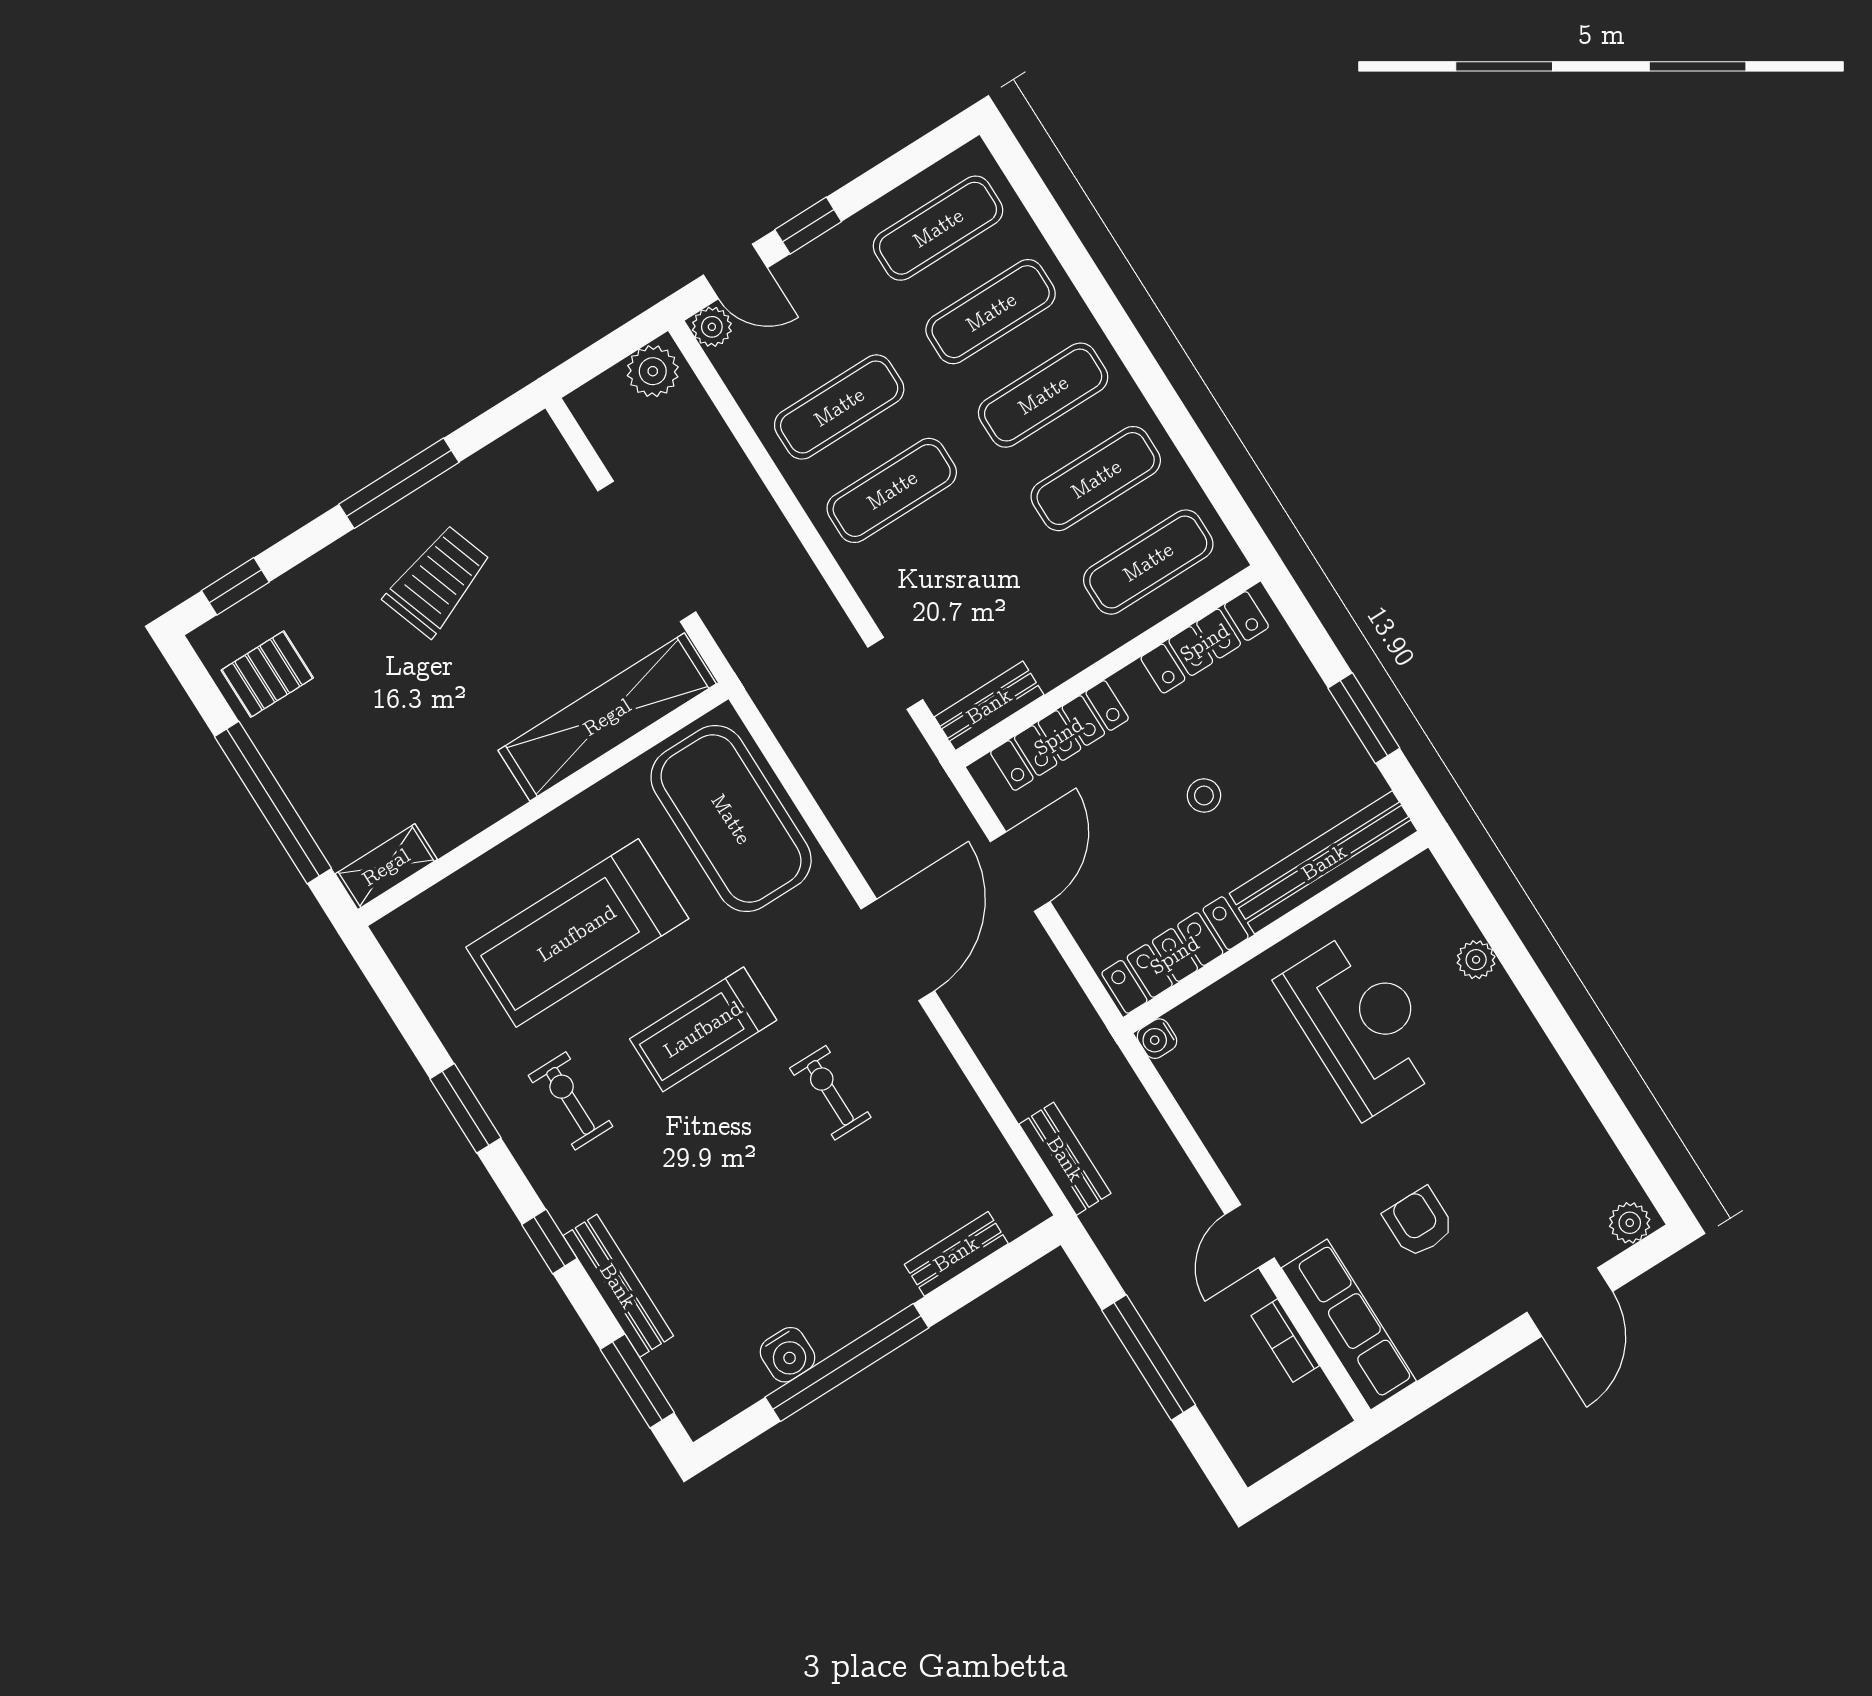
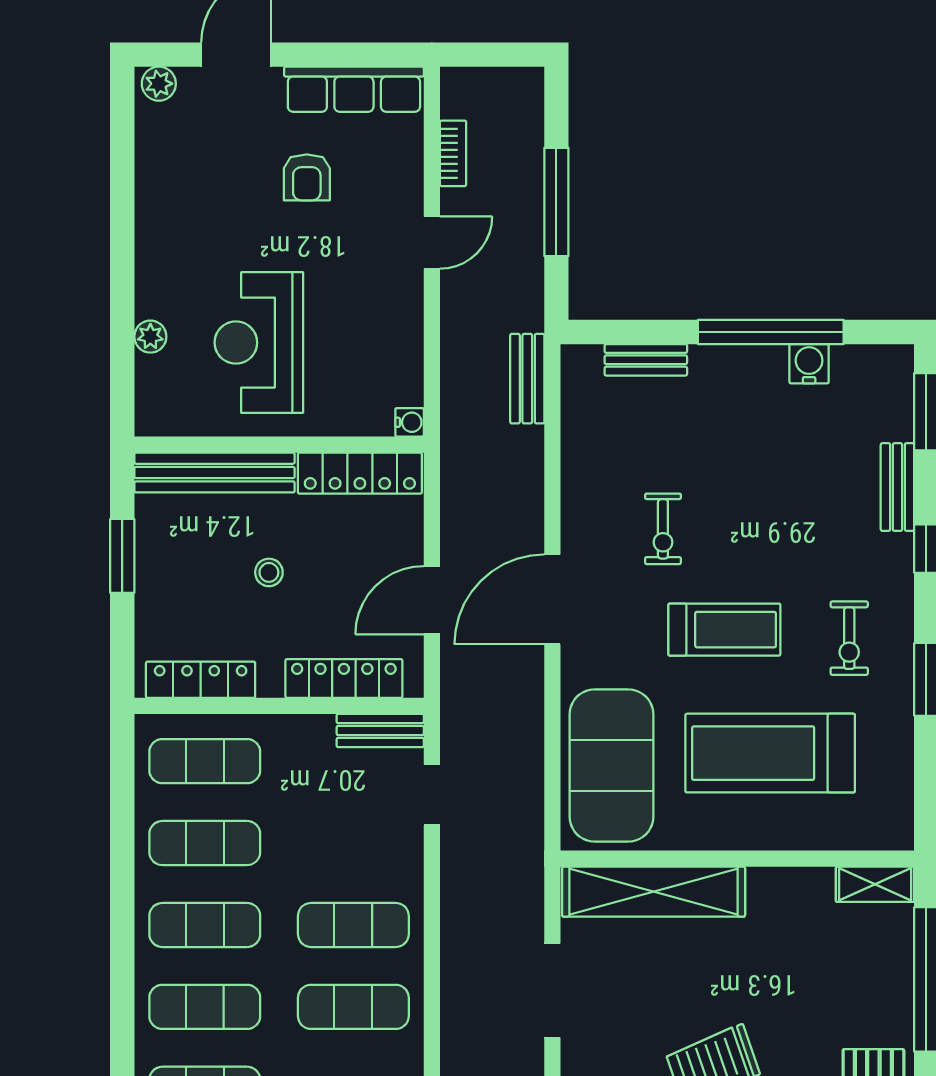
doorway: (647, 551) -> (552, 990), width x0.73
treadmill: (577, 933) -> (770, 753), turned 180
bench: (618, 1286) -> (897, 487), width x0.73
row of seats: (1349, 1325) -> (354, 89), moved, turned -90

